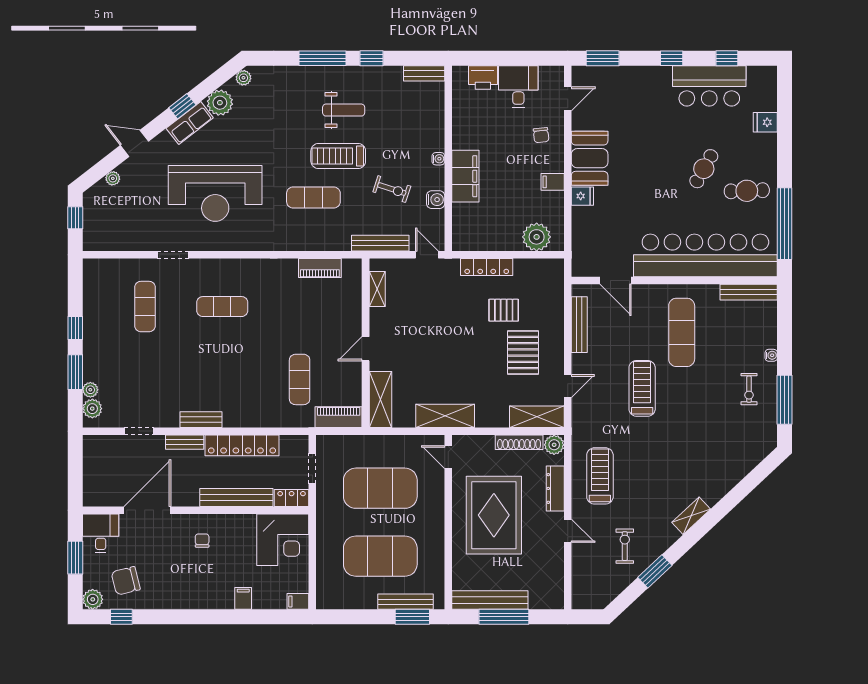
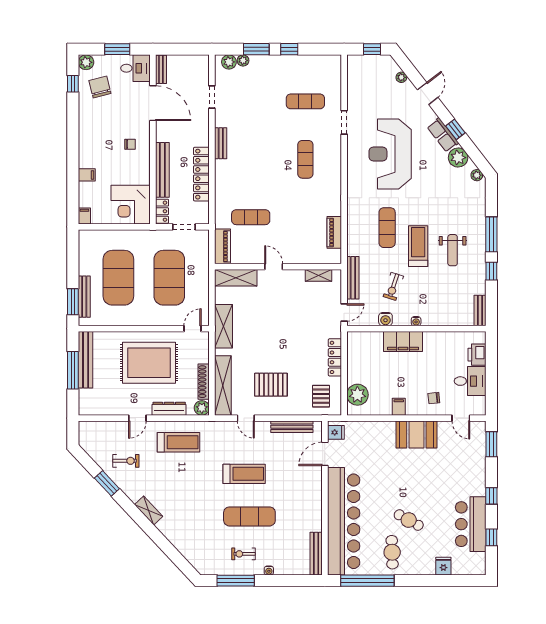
fridge: (582, 196) -> (336, 432), moved, turned -90
pallet: (504, 310) -> (321, 396), moved
exercise mat: (682, 332) -> (249, 516), moved
shelving: (537, 417) -> (223, 385), width x1.47
bench: (185, 442) -> (161, 69), moved

